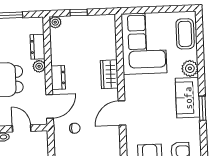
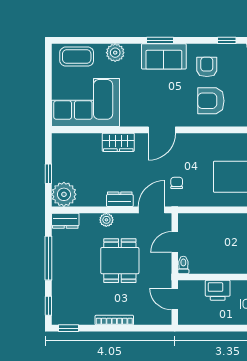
plant: (55, 22) -> (64, 194), width x1.87, depth x1.87
dresser: (38, 47) -> (65, 221), moved
sofa: (188, 98) -> (164, 56), moved
door: (50, 106) -> (151, 210), hinge flipped
door: (122, 113) -> (162, 130), hinge flipped

